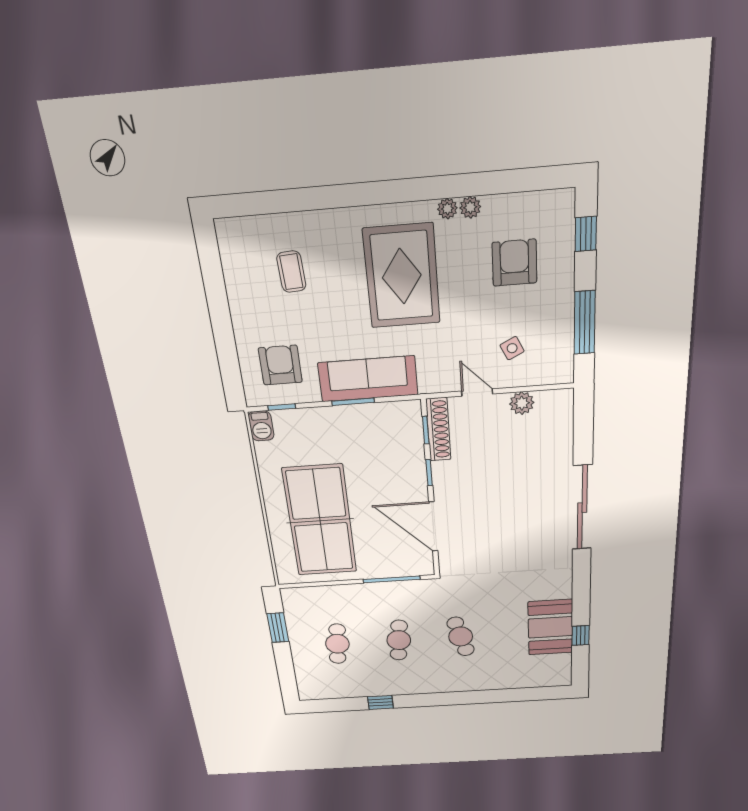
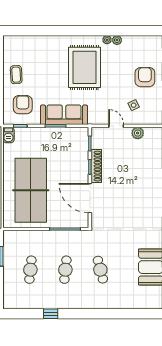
armchair: (514, 263) -> (145, 77), moved
coffee table: (291, 272) -> (16, 75), moved
shoe rack: (438, 430) -> (96, 166), moved

